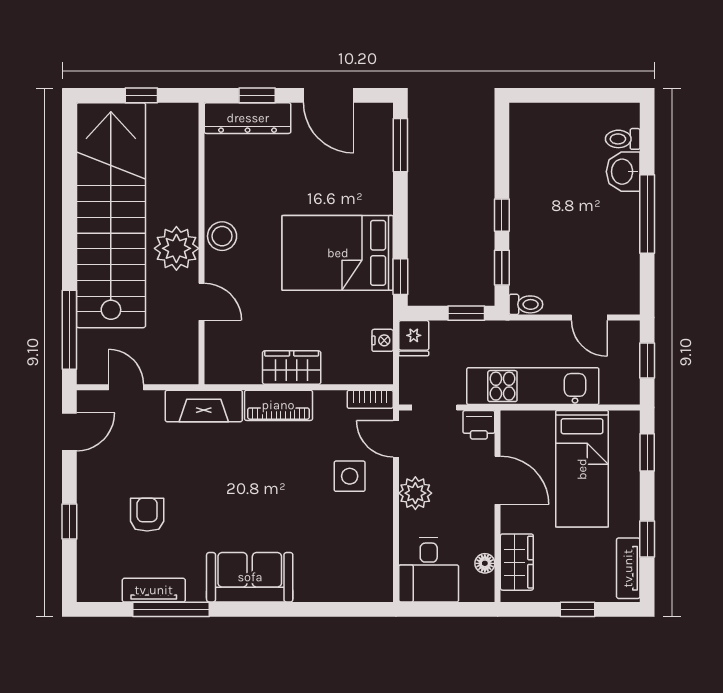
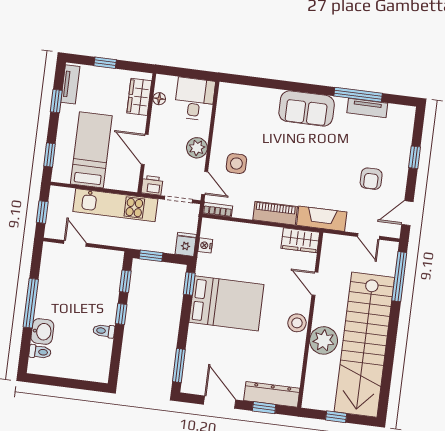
plant: (176, 248) -> (324, 340), moved
toilet: (526, 304) -> (104, 331), moved
wardrobe: (292, 368) -> (300, 240), moved
armchair: (147, 515) -> (371, 179), moved

